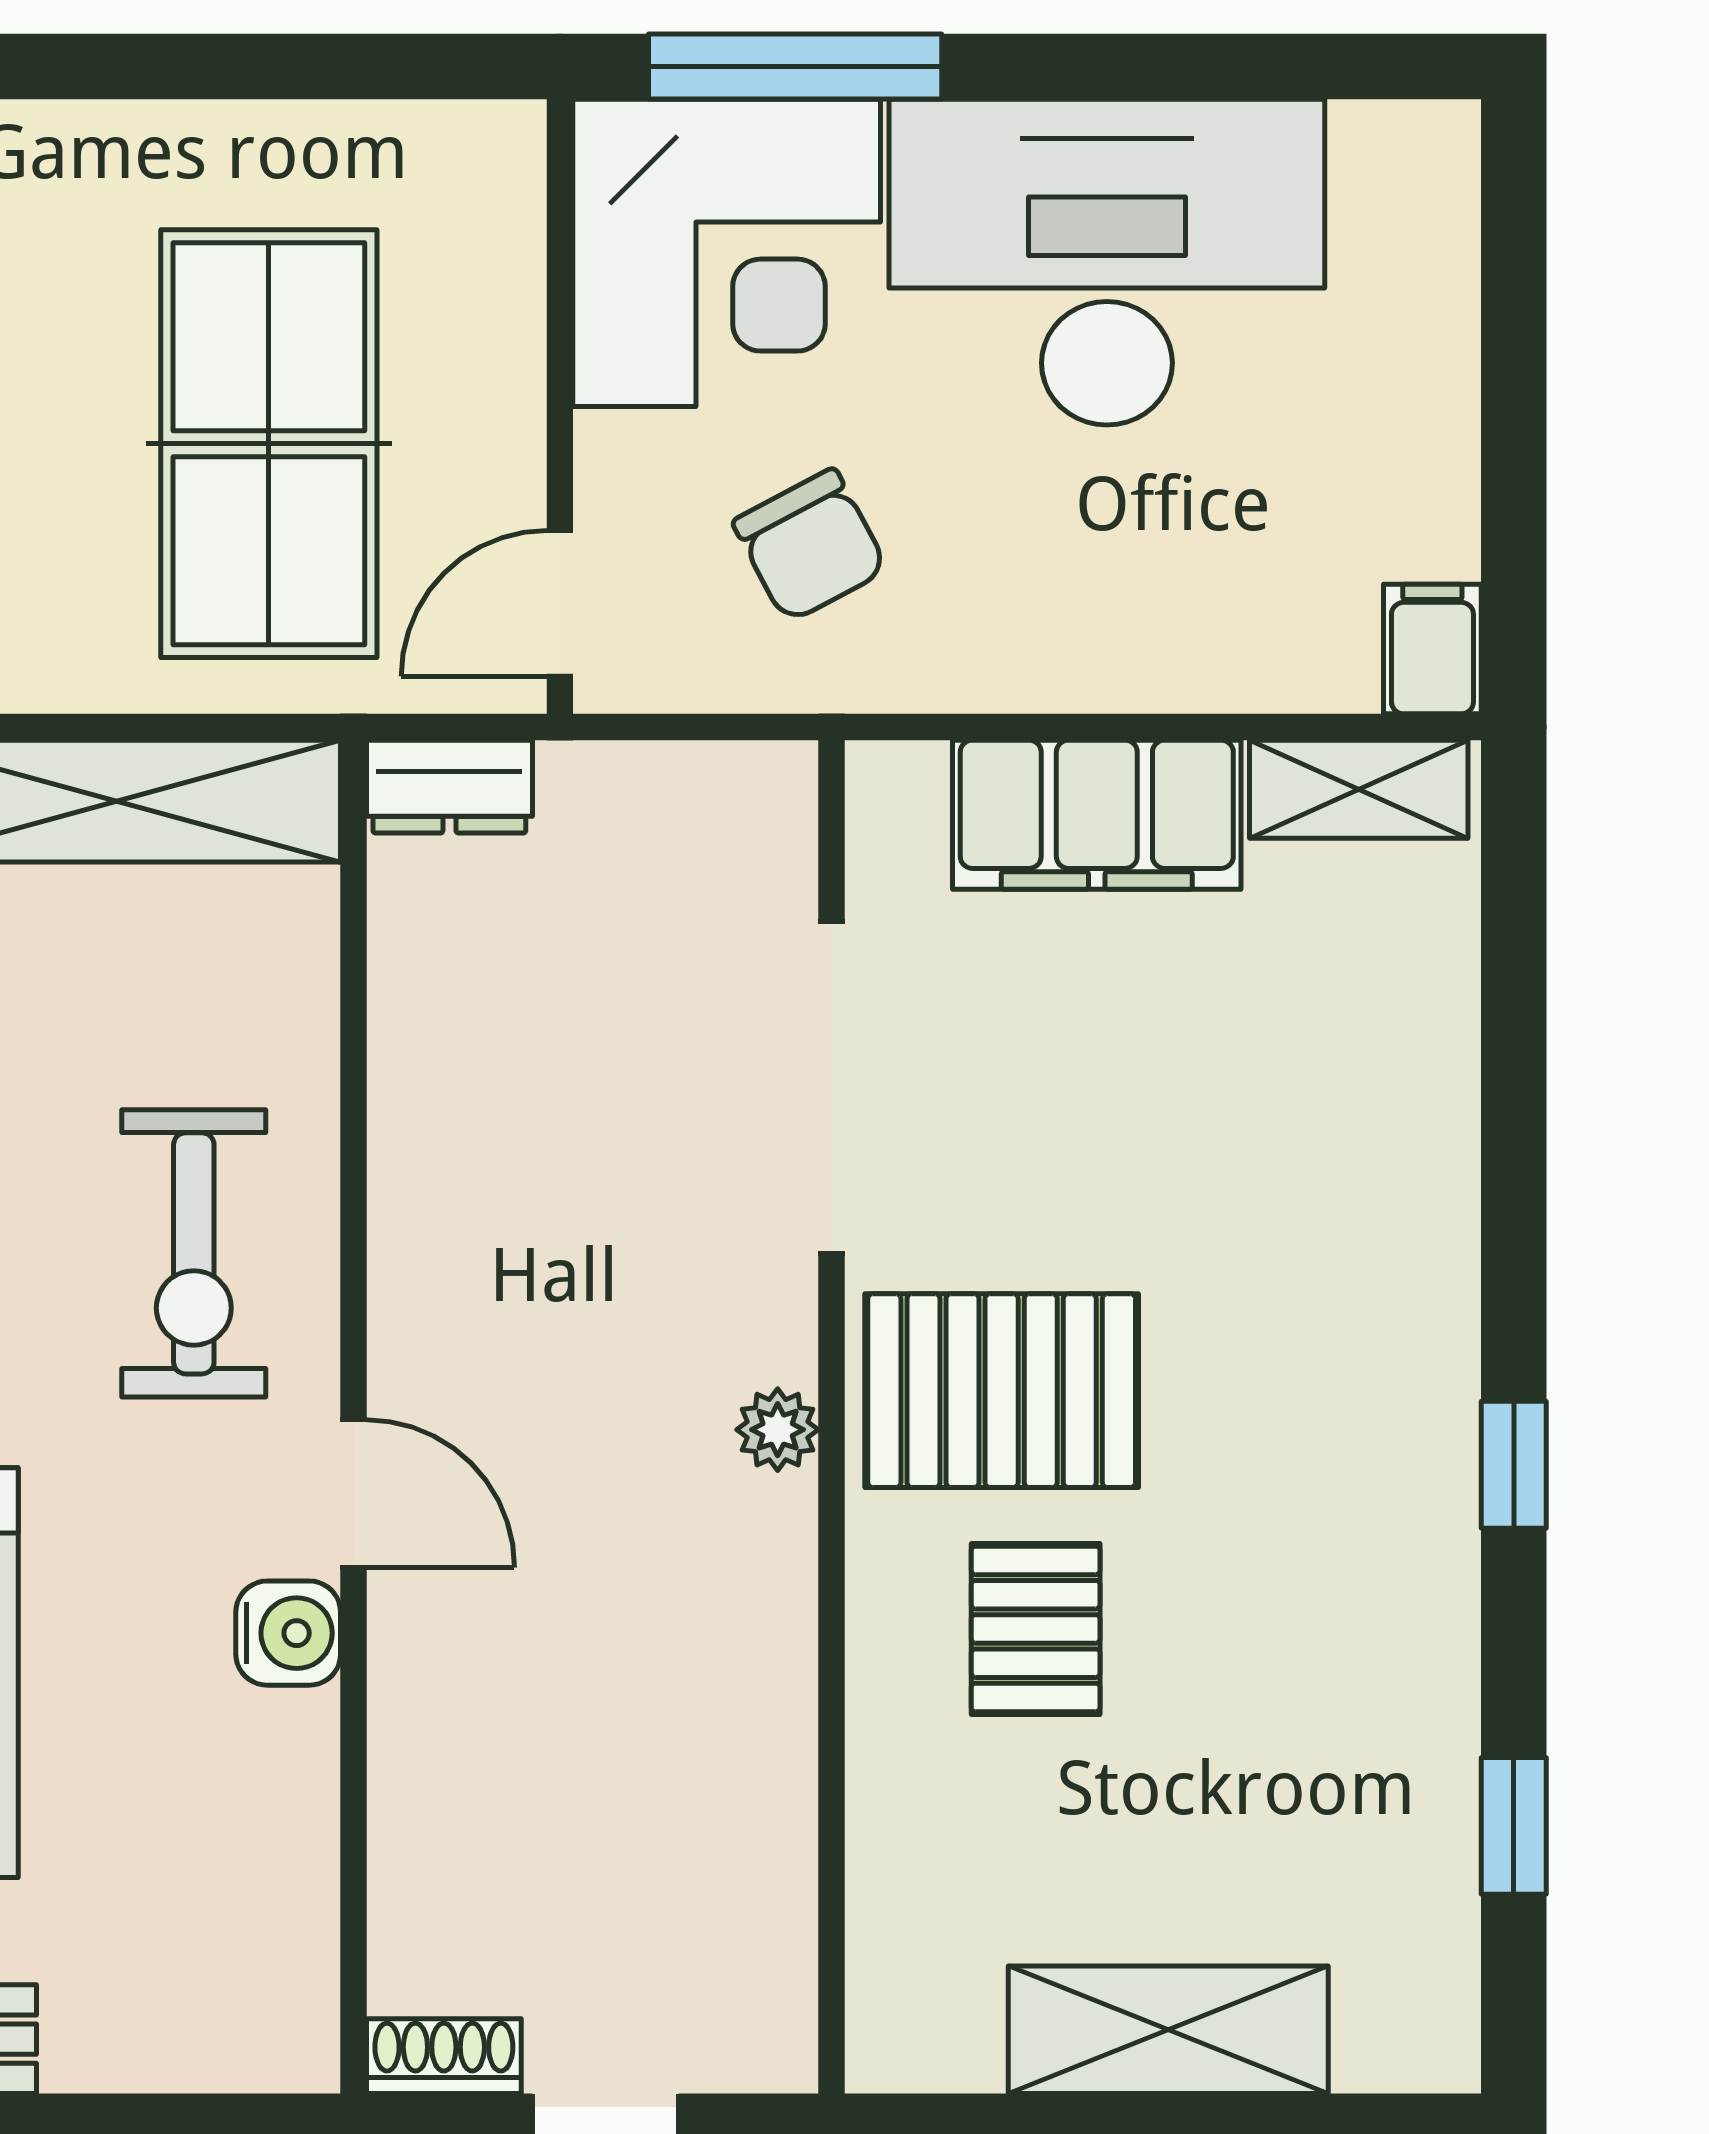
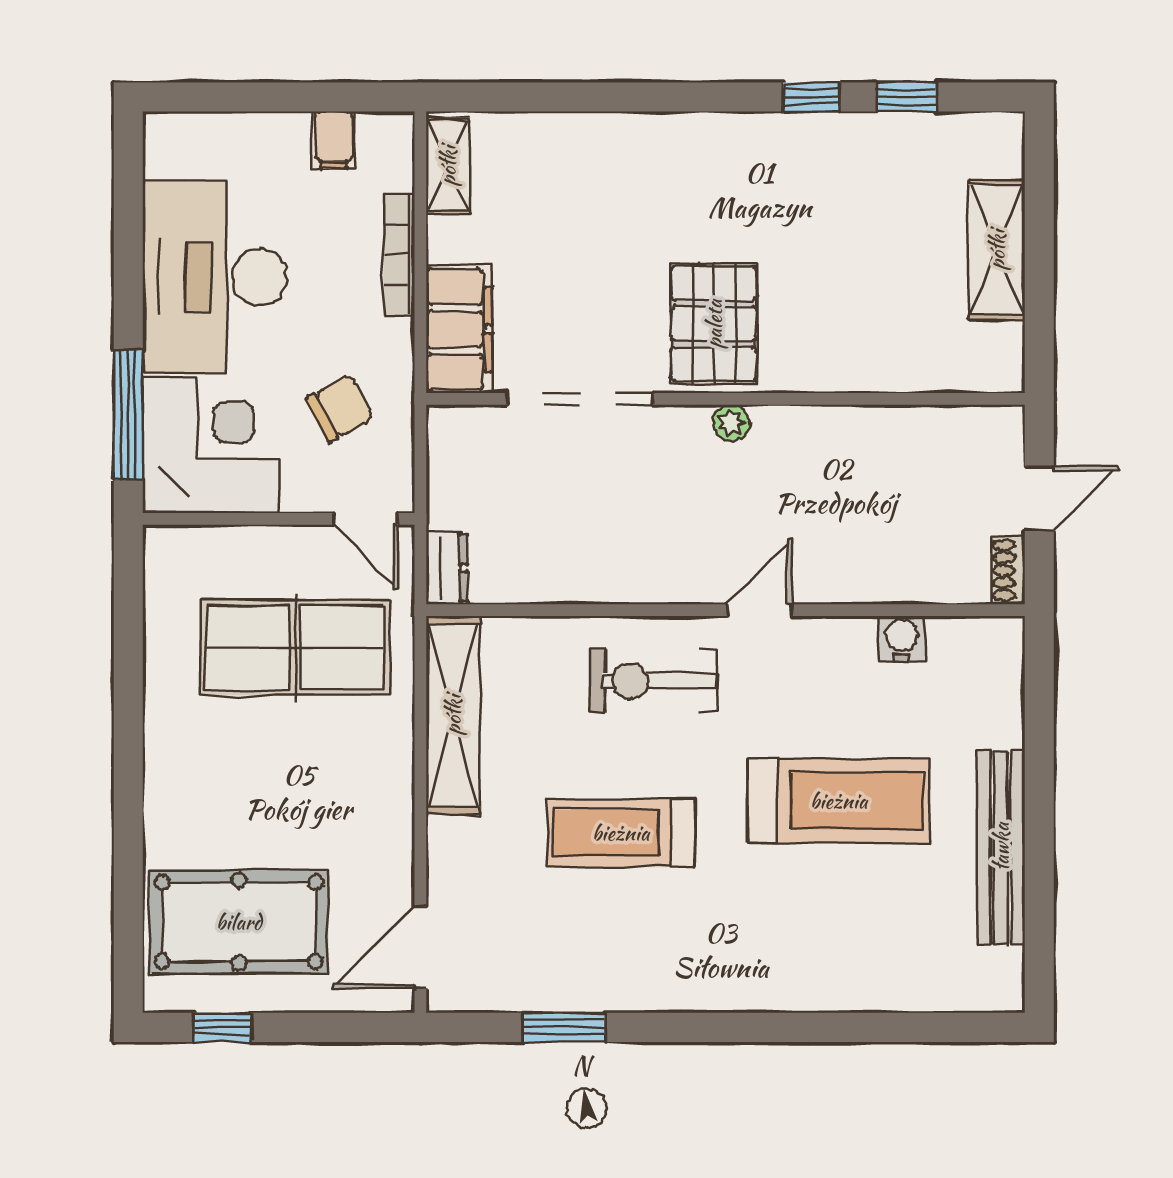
filing cabinet: (1432, 649) -> (334, 140), moved, turned -90
bookcase: (1156, 679) -> (399, 255), added
filing cabinet: (1097, 815) -> (459, 329), moved
exercise bike: (194, 1253) -> (653, 681), turned 180
window: (1514, 1465) -> (811, 97), moved
pallet: (1036, 1629) -> (819, 309), removed
water cooler: (288, 1633) -> (902, 639), moved

